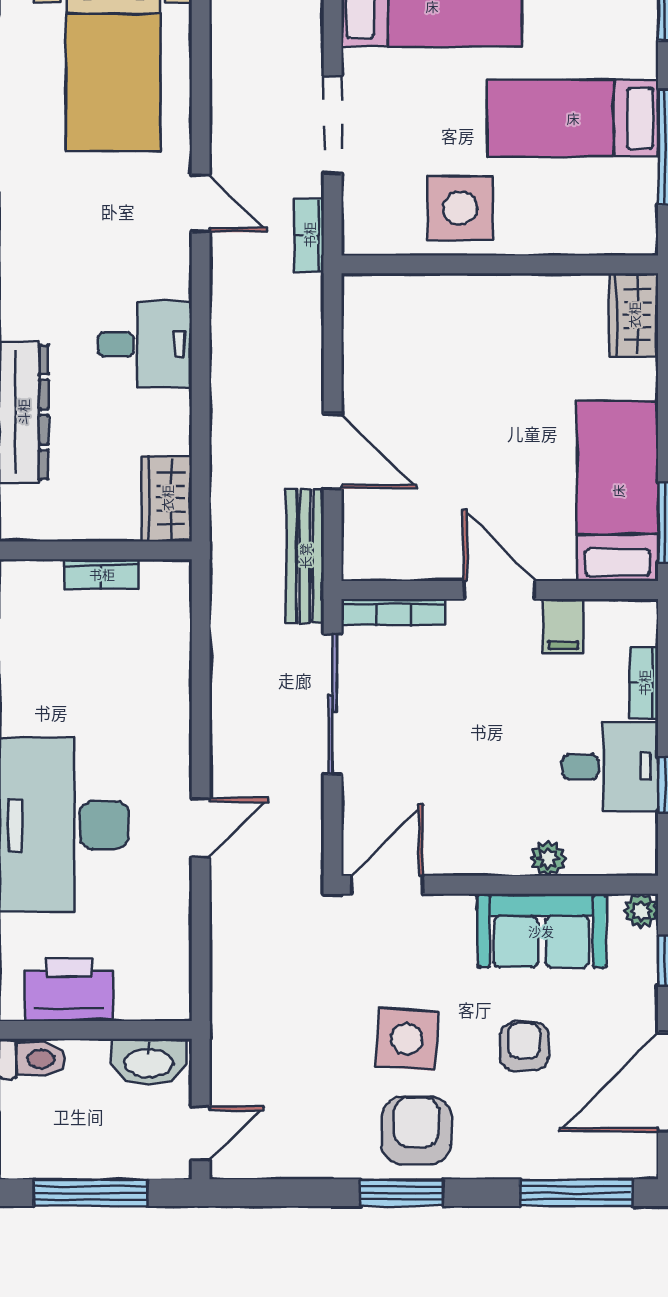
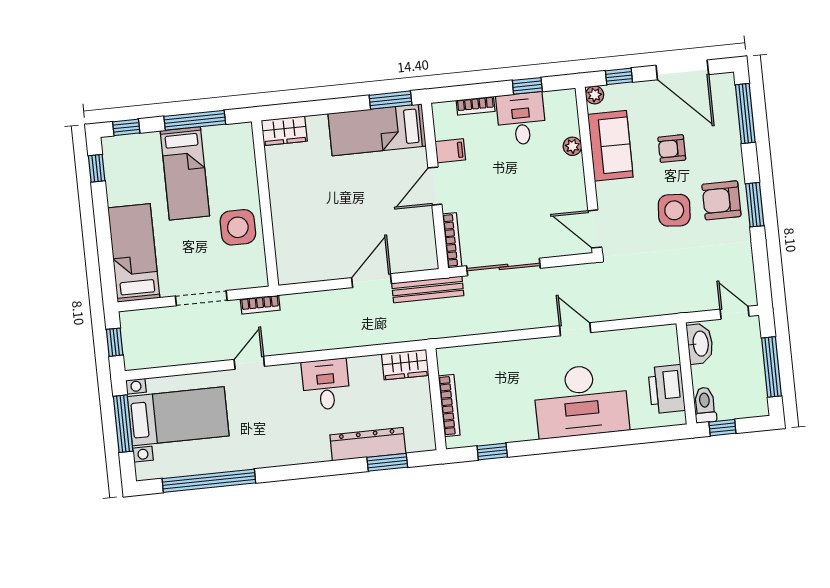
bookcase: (102, 574) -> (449, 405), width x1.56

